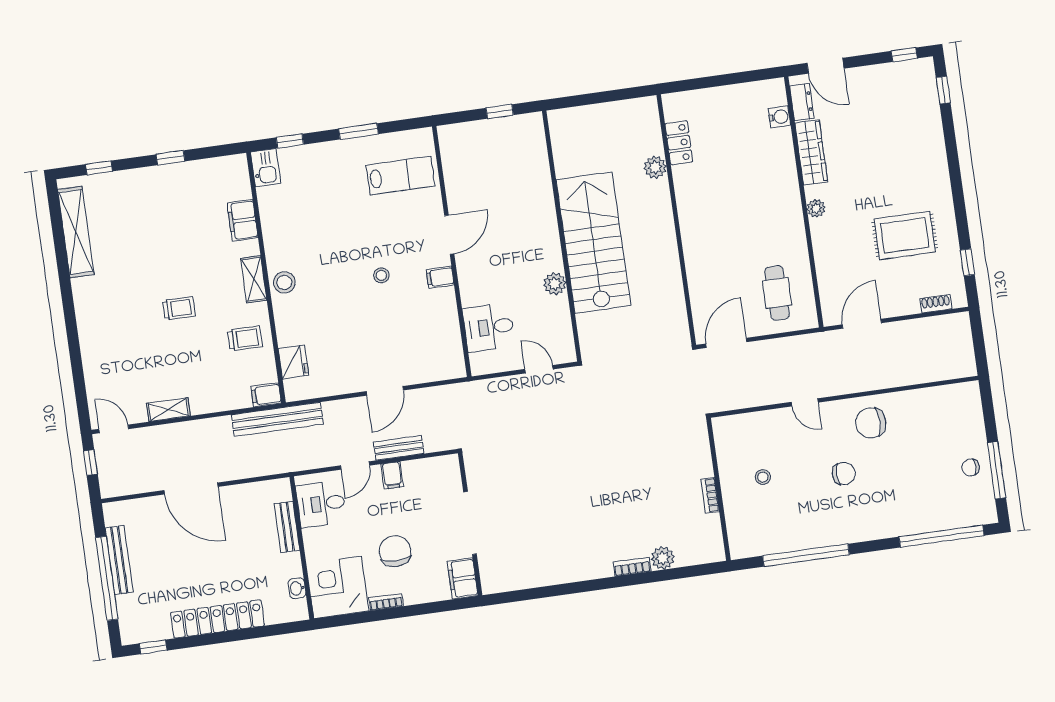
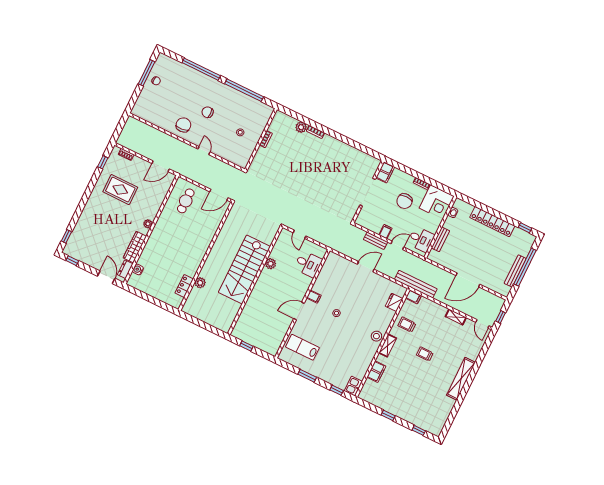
shelving: (76, 232) -> (461, 379), moved
chair: (871, 423) -> (183, 125), turned -96
door: (191, 489) -> (468, 280), swing flipped
window: (942, 536) -> (201, 69), moved

